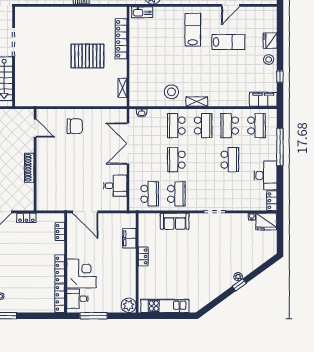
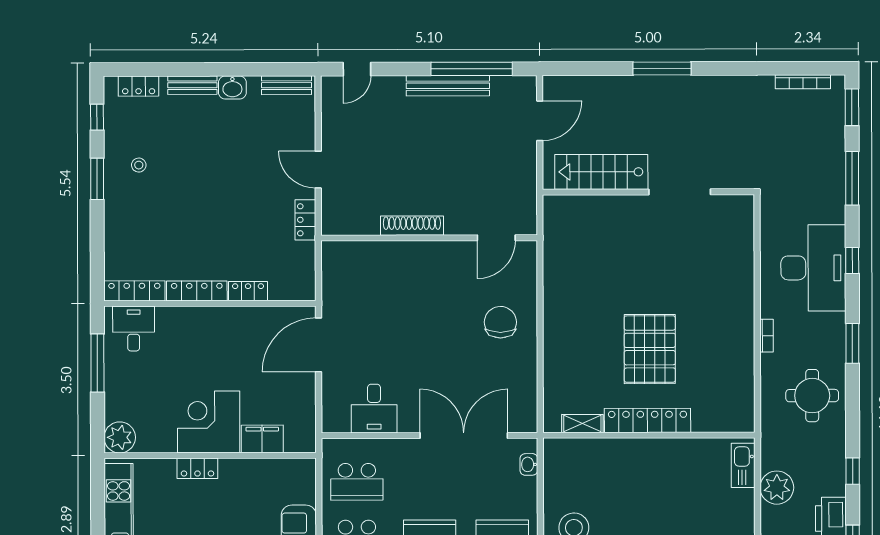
locker: (121, 39) -> (648, 420), moved
chair: (75, 126) -> (500, 322), turned 180
locker: (60, 231) -> (248, 291), moved
locker: (143, 256) -> (197, 468), moved
corner desk: (81, 274) -> (209, 422), moved, turned 180

